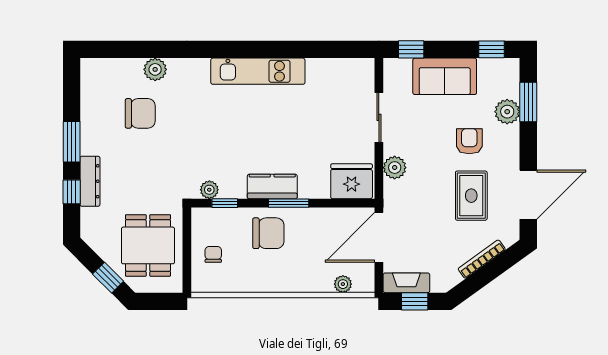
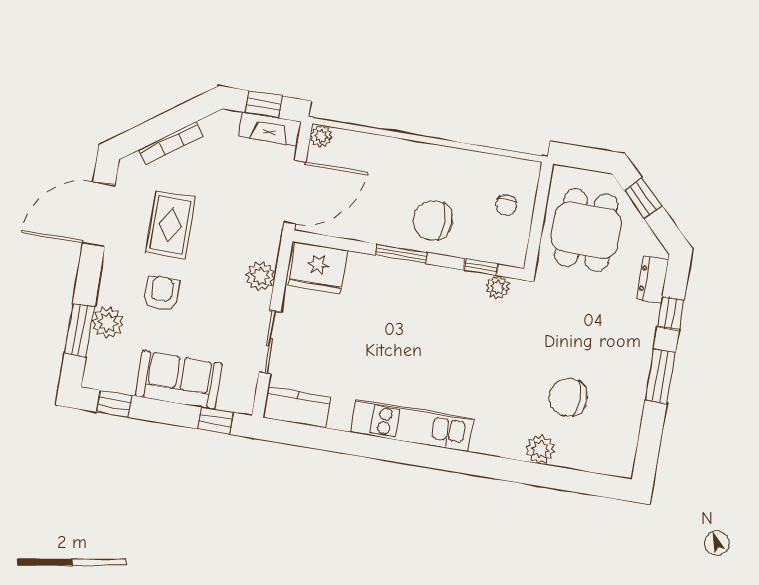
armchair: (469, 141) -> (162, 293), turned 180
dresser: (90, 181) -> (653, 280), moved, width x0.70
kitchen counter: (272, 186) -> (296, 407), moved, turned 180
plant: (343, 284) -> (321, 136), moved

